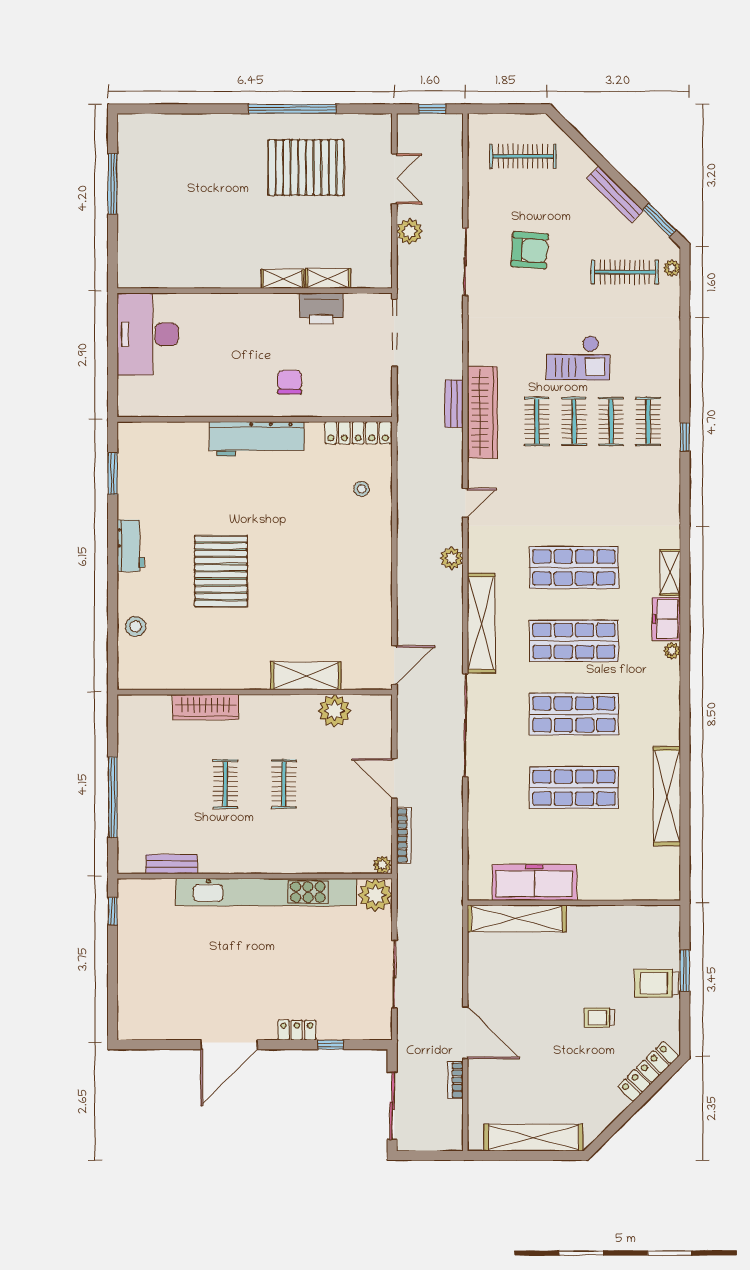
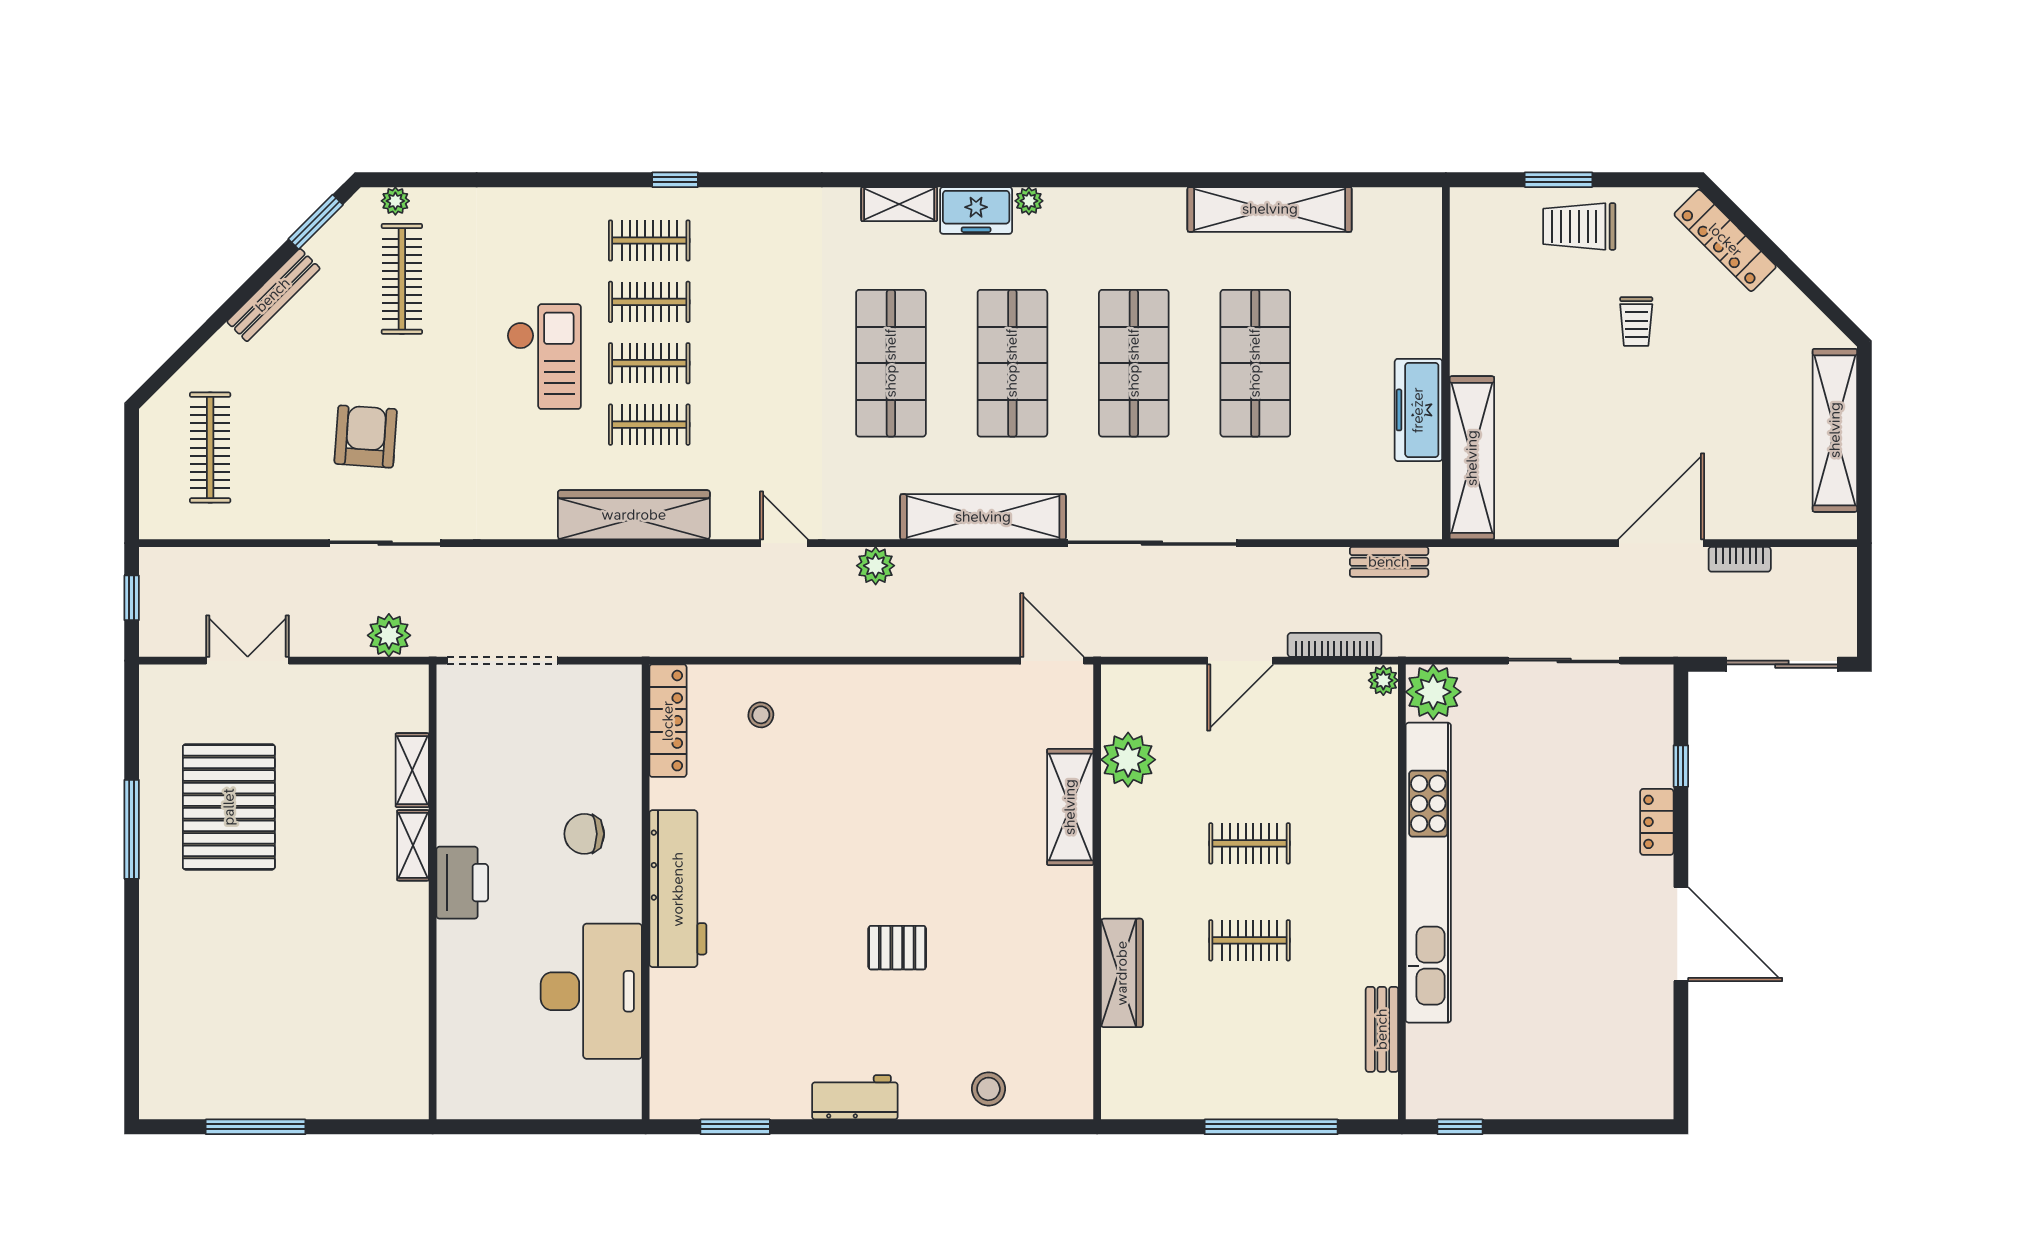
window: (292, 109) -> (132, 829), width x0.68
plant: (410, 231) -> (389, 635), moved
printer: (321, 309) -> (462, 883), moved
desk: (148, 334) -> (591, 991), moved, turned -90
bench: (454, 404) -> (1389, 562), moved
pallet: (221, 571) -> (897, 948), width x0.49, depth x0.50
freezer: (534, 882) -> (1418, 410), width x0.73, depth x0.79
trolley: (657, 983) -> (1579, 226), turned 90

